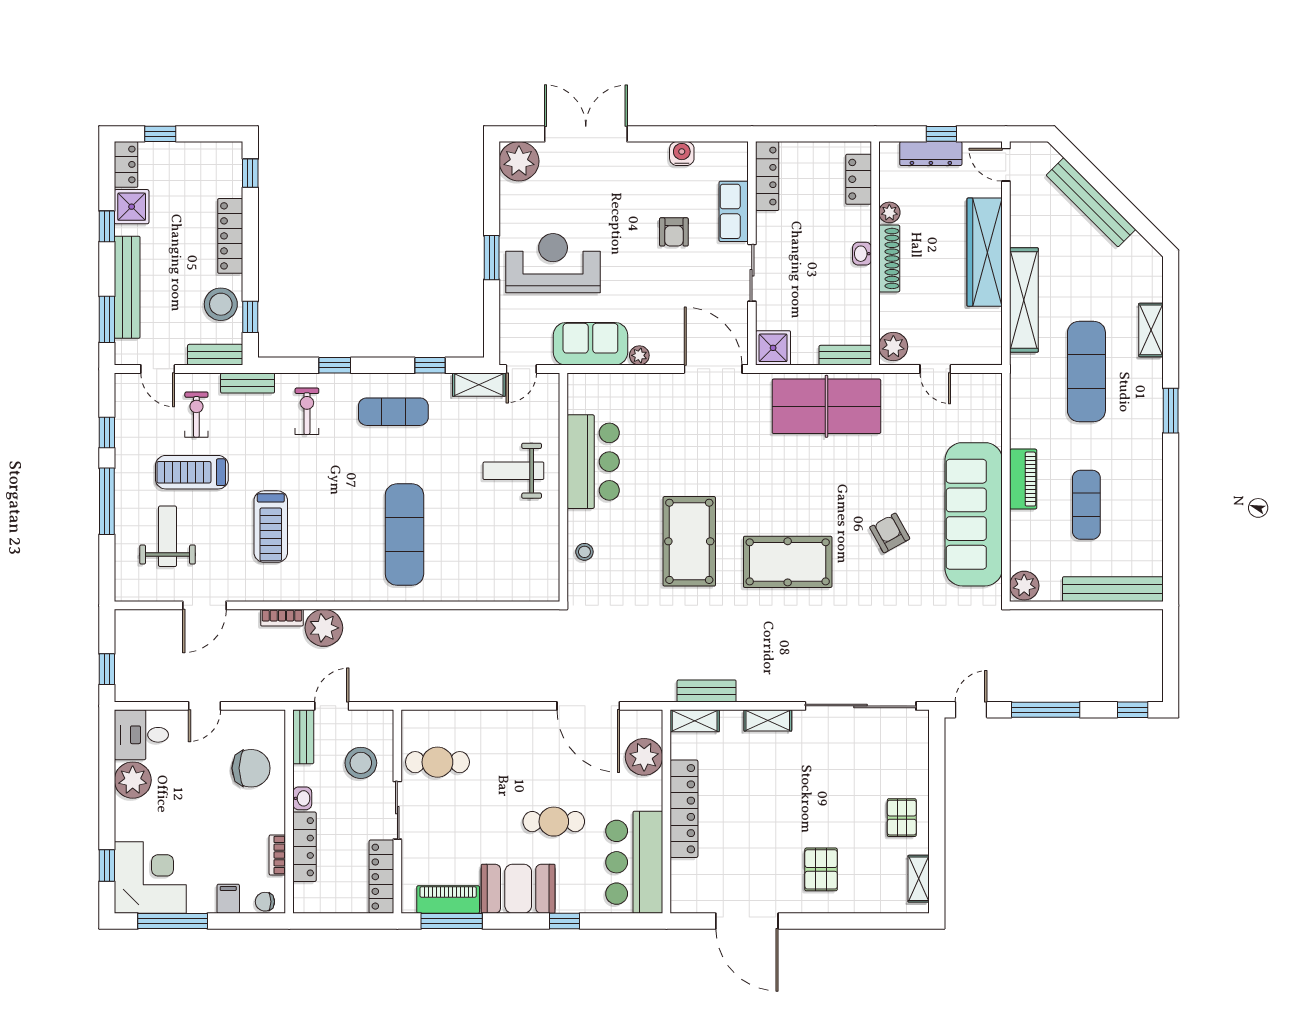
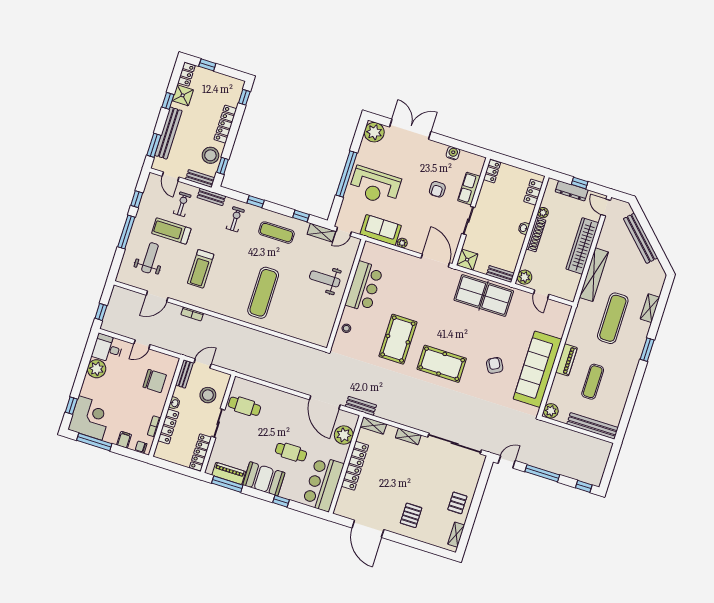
locker: (767, 176) -> (492, 171), width x0.66
window: (492, 258) -> (347, 174), width x2.11
reception desk: (553, 263) -> (375, 186), turned 180
plant: (324, 628) -> (211, 325), removed
bench: (707, 691) -> (361, 406), moved

